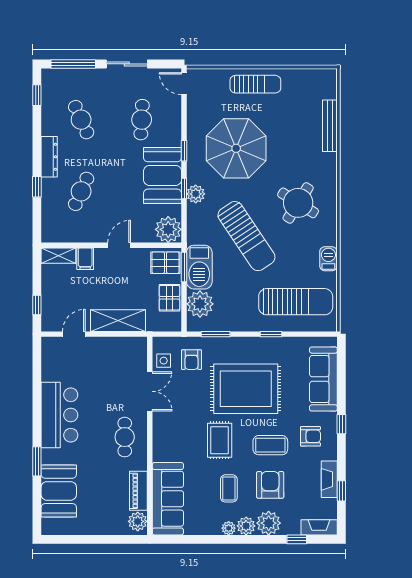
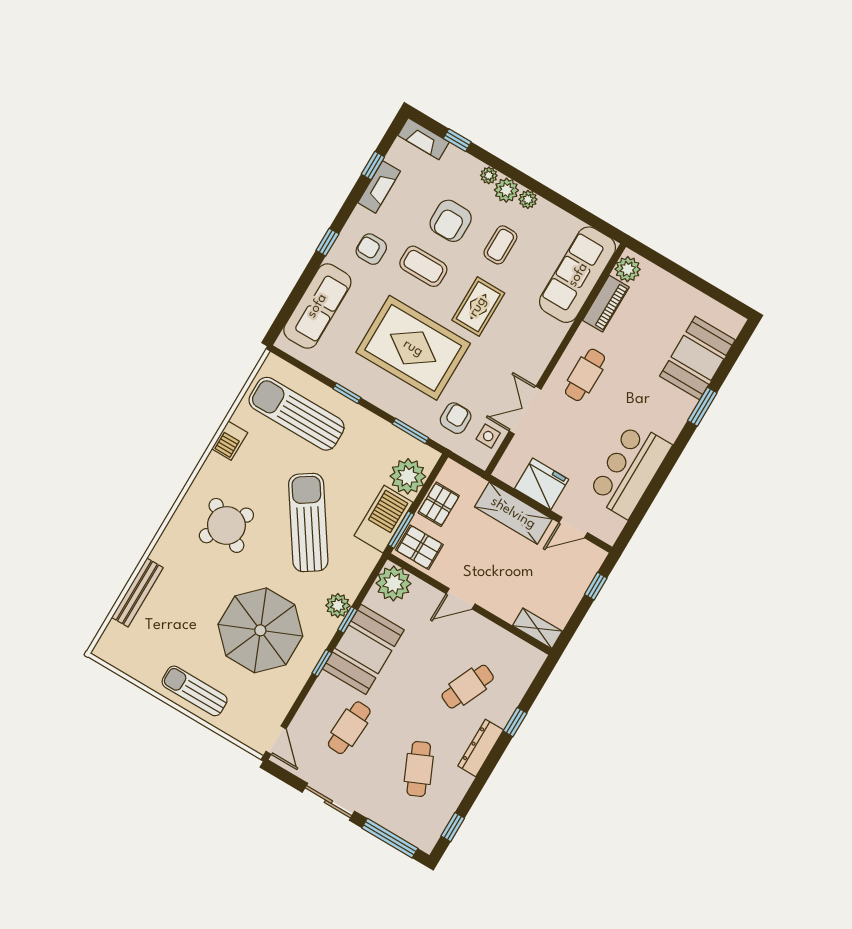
filing cabinet: (85, 259) -> (509, 607), removed
fridge: (111, 350) -> (542, 484), added
bar counter: (59, 415) -> (630, 470), moved
plant: (269, 523) -> (489, 175), width x0.53, depth x0.53

